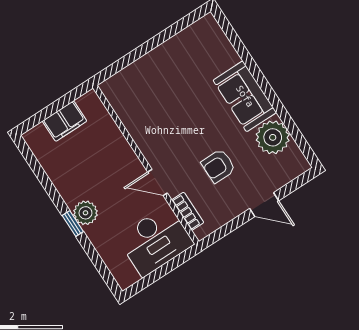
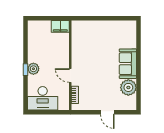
filing cabinet: (65, 121) -> (60, 26), moved
armchair: (218, 166) -> (99, 85), removed
desk: (155, 241) -> (43, 98), moved

